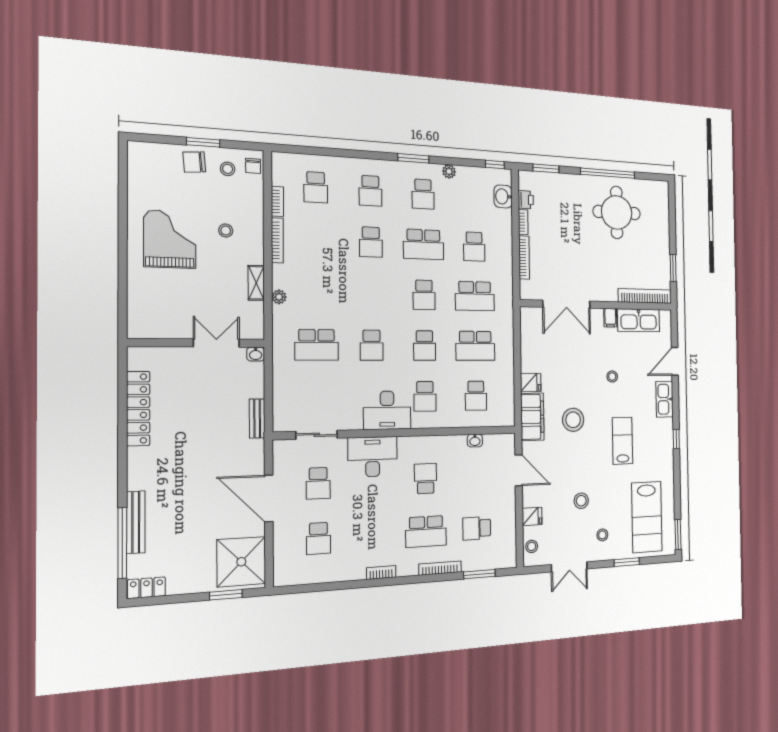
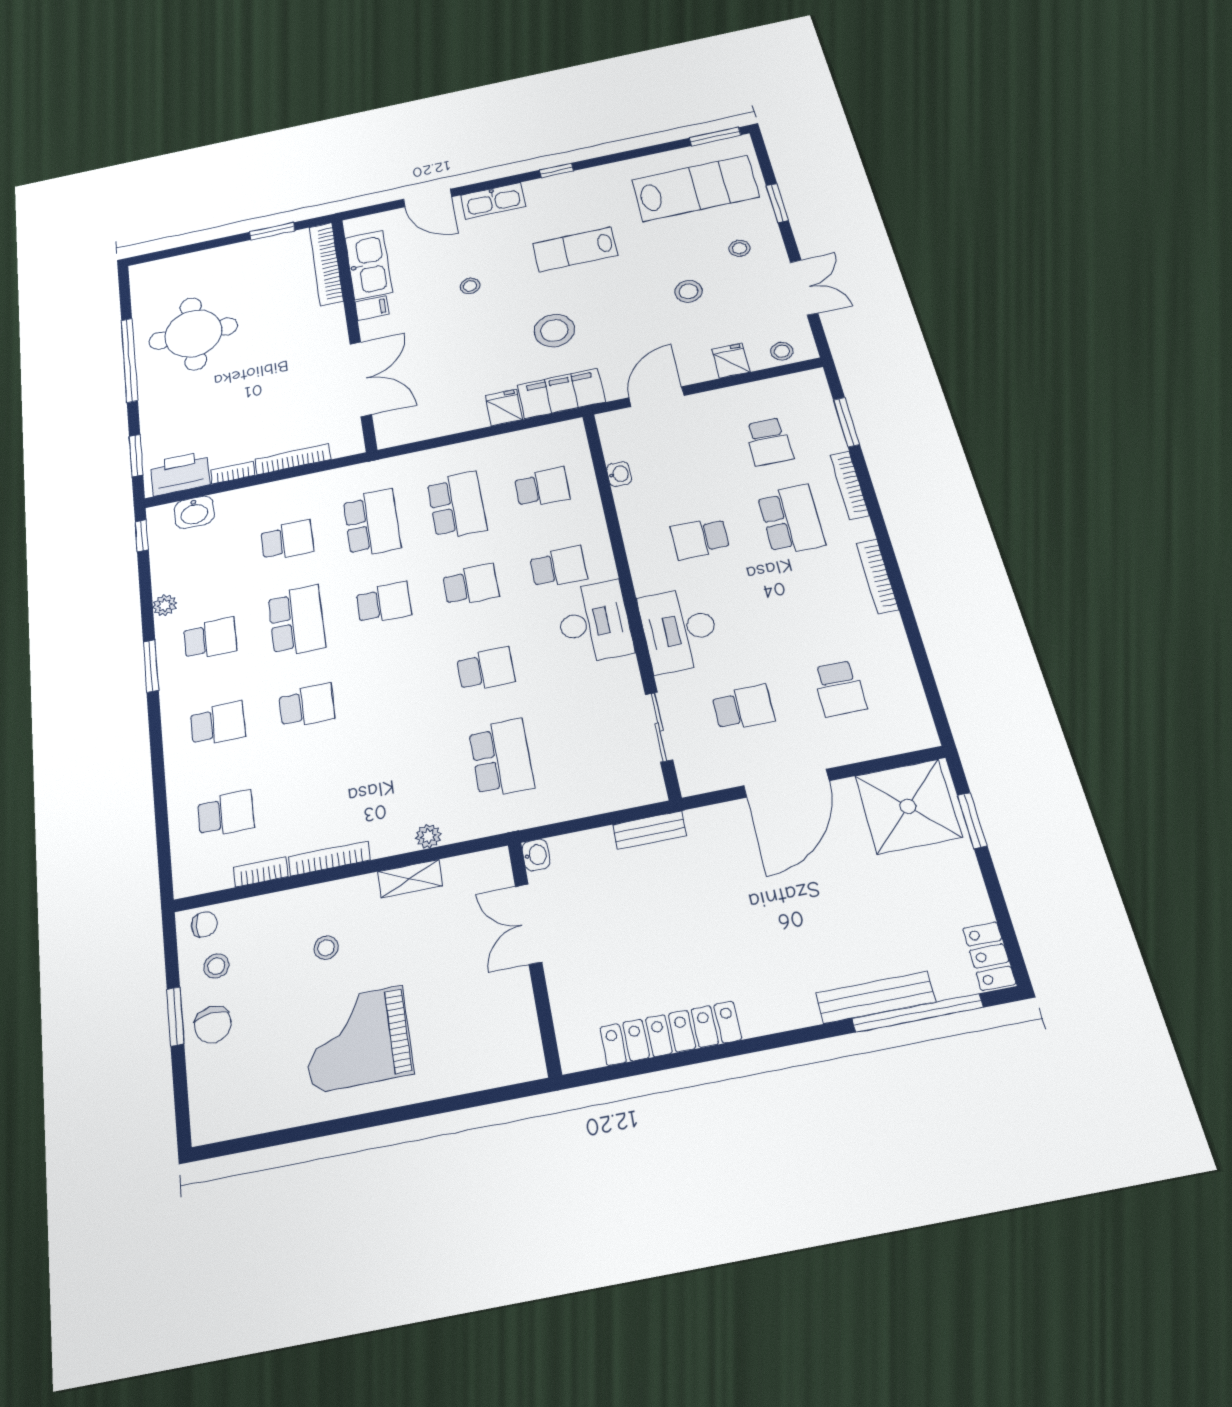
printer: (526, 200) -> (180, 473), width x1.87, depth x1.48
school desk: (319, 538) -> (840, 688), turned 90
bookcase: (381, 572) -> (877, 576), width x1.56

